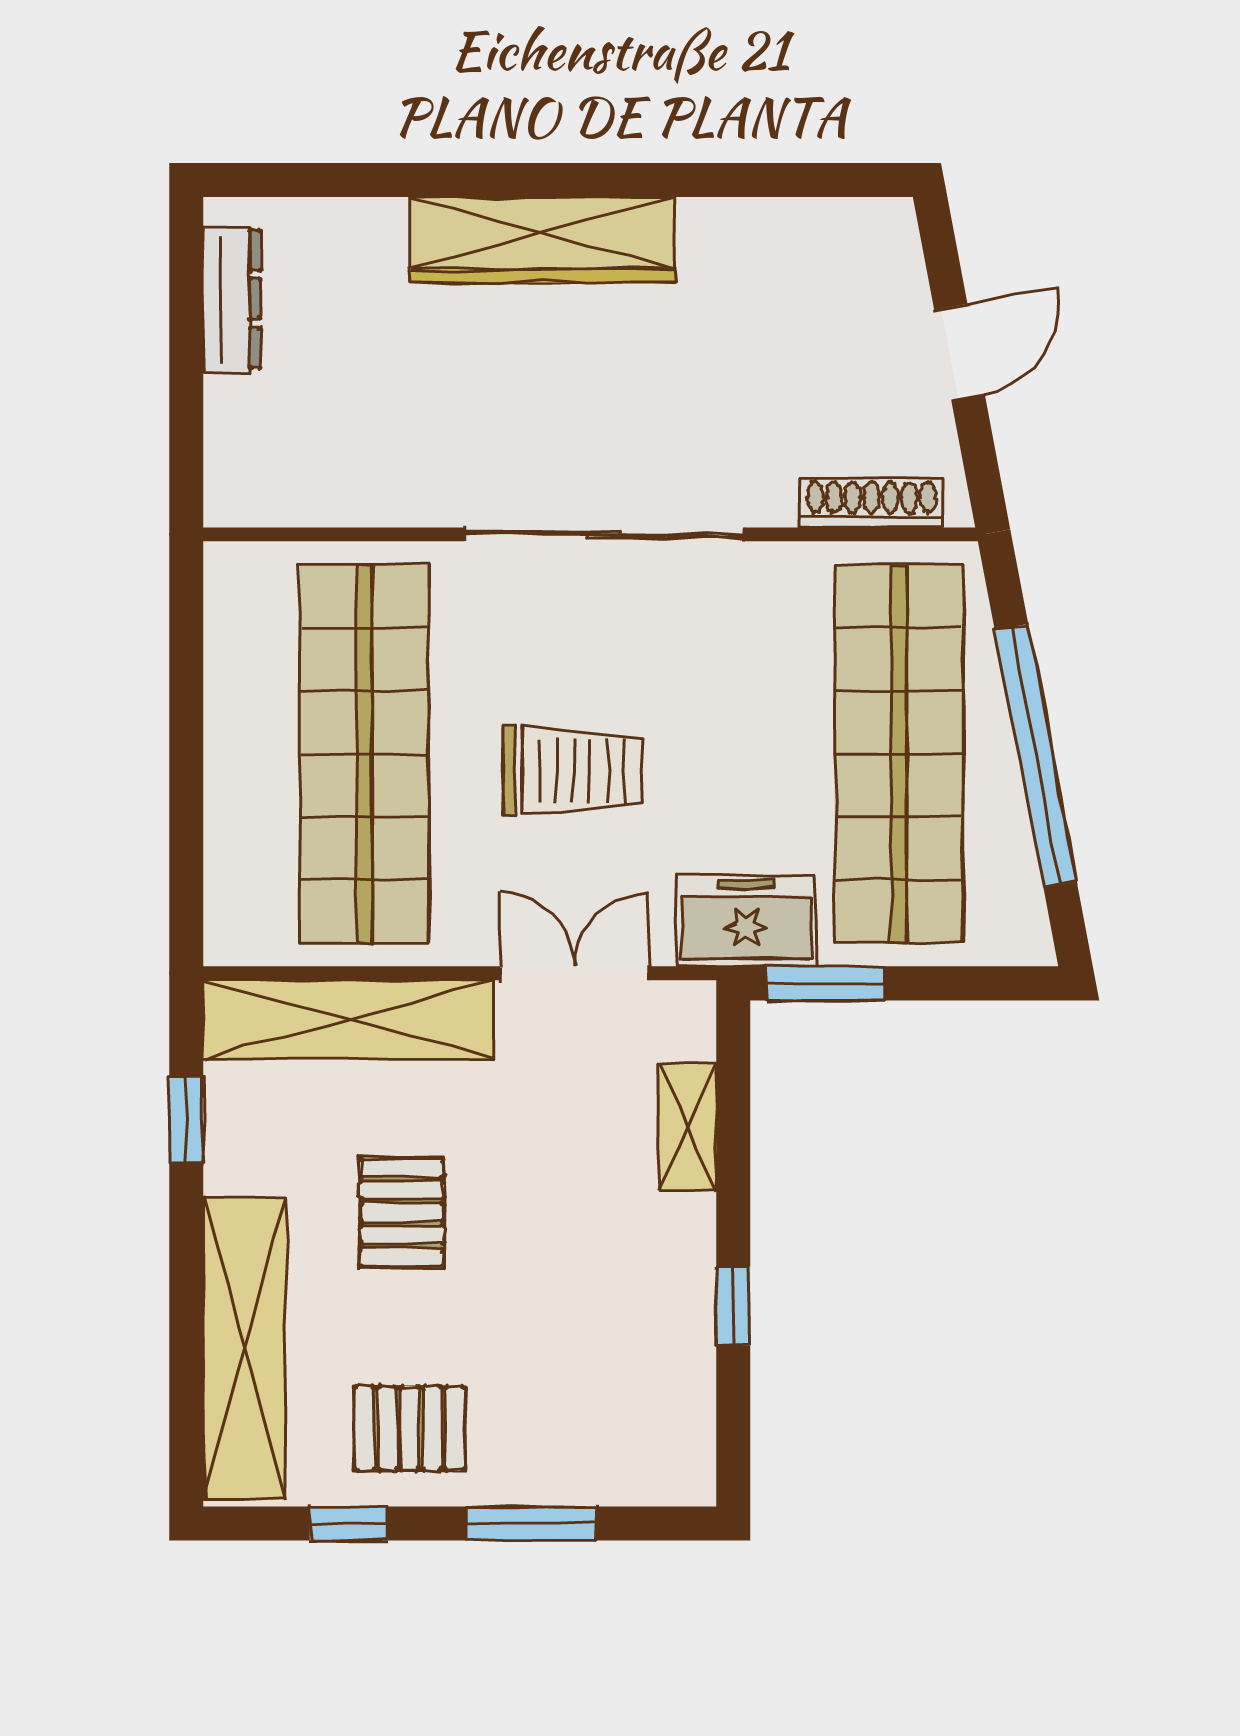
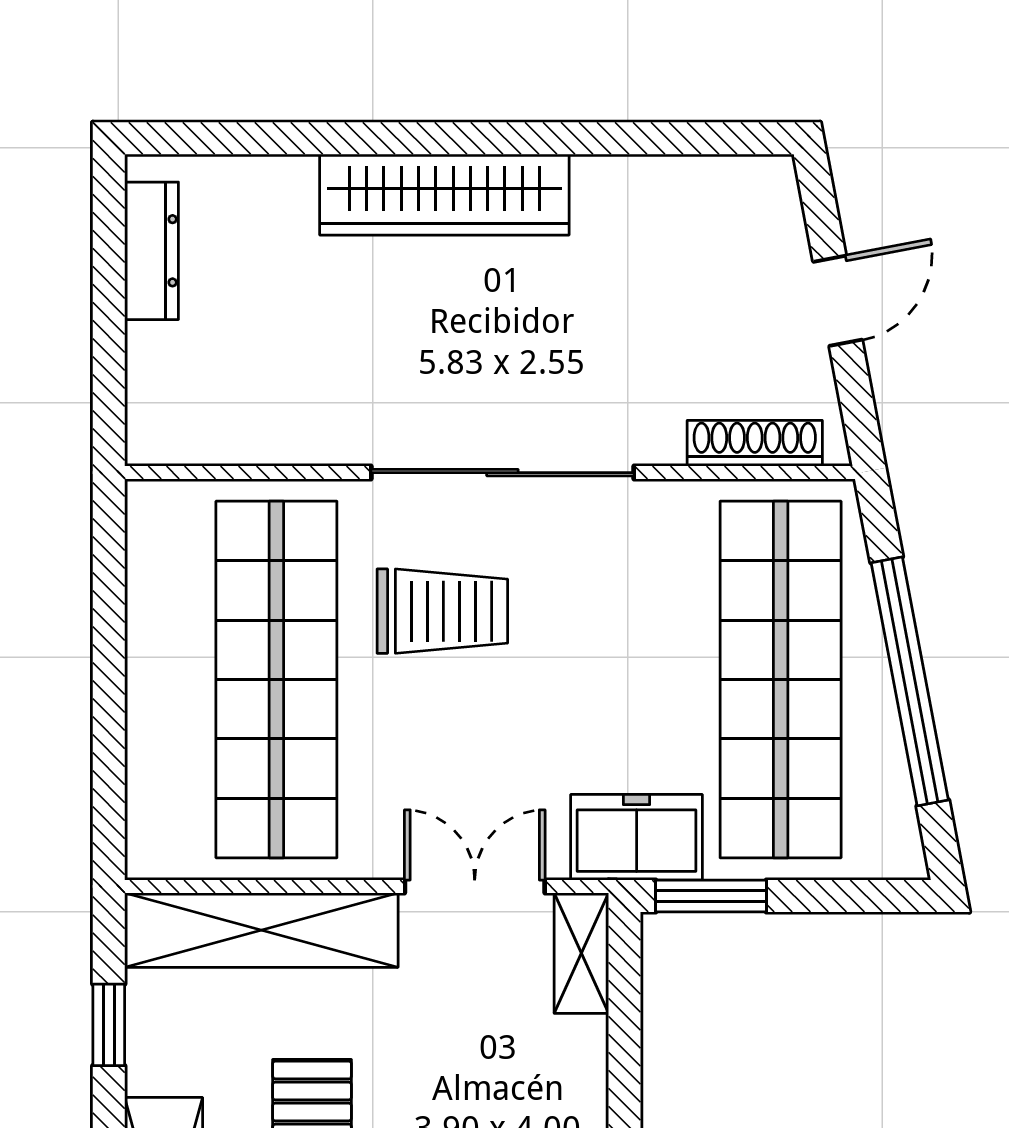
trolley: (572, 771) -> (442, 611), moved
shelving: (688, 1127) -> (581, 953), moved

